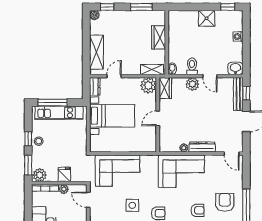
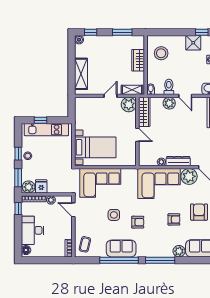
shower: (207, 18) -> (193, 43), moved
stool: (184, 30) -> (161, 53), added
door: (114, 76) -> (110, 96), moved
dresser: (95, 87) -> (79, 106), removed
wardrobe: (165, 88) -> (144, 112), width x1.50
window: (53, 103) -> (41, 120), width x0.46
bed with nightstands: (112, 116) -> (95, 147), moved
door: (158, 118) -> (137, 135), swing flipped
plant: (214, 164) -> (189, 176), added
fridge: (64, 174) -> (41, 186), moved
window: (28, 199) -> (18, 209), added

